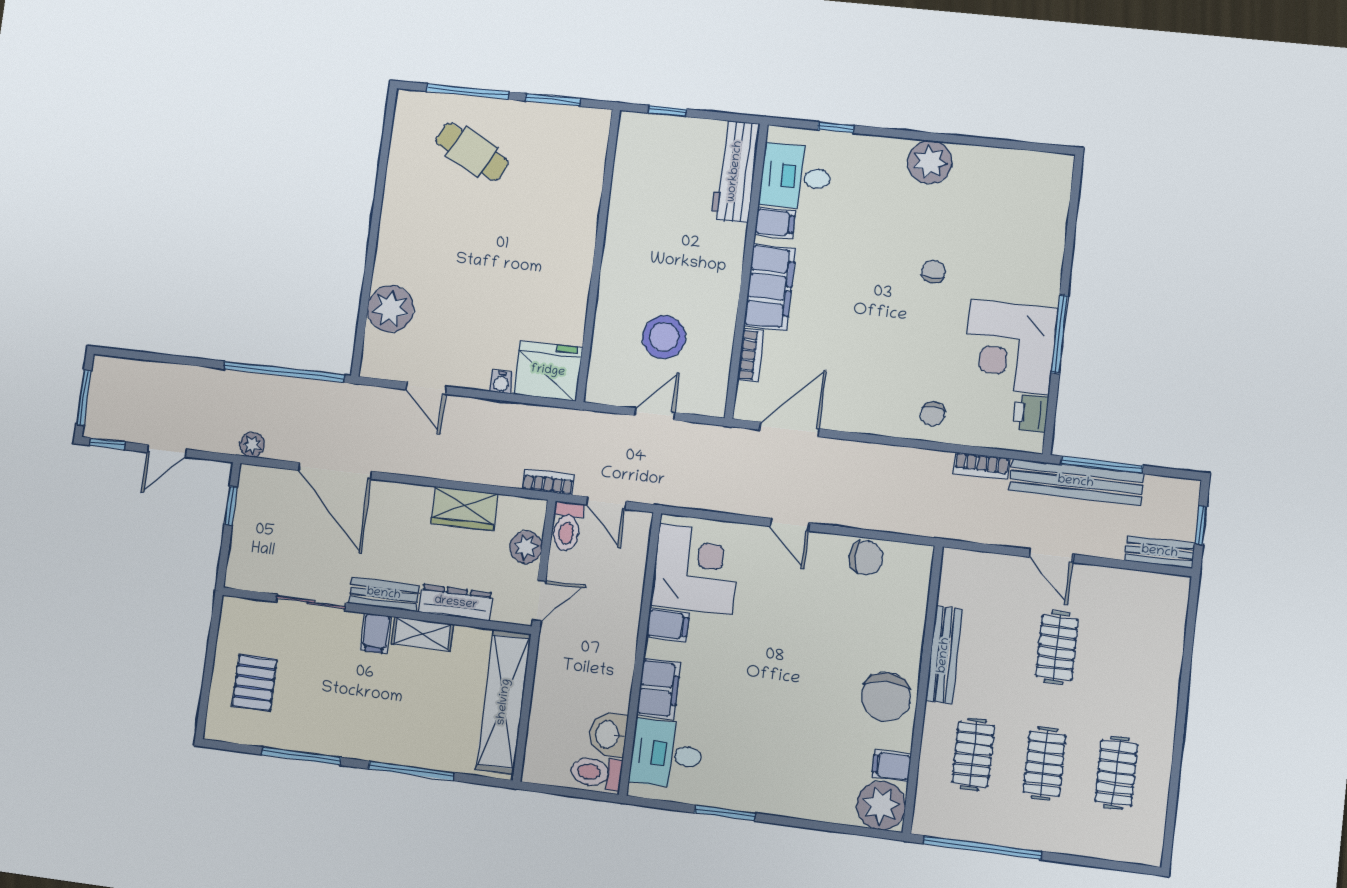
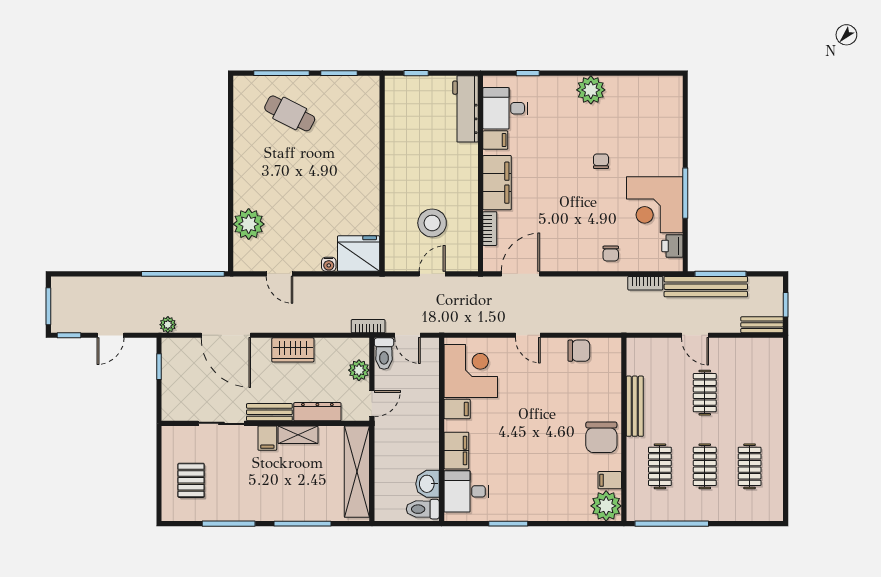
wardrobe: (464, 508) -> (293, 350), moved

